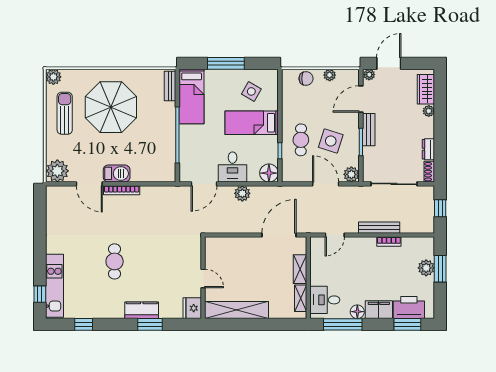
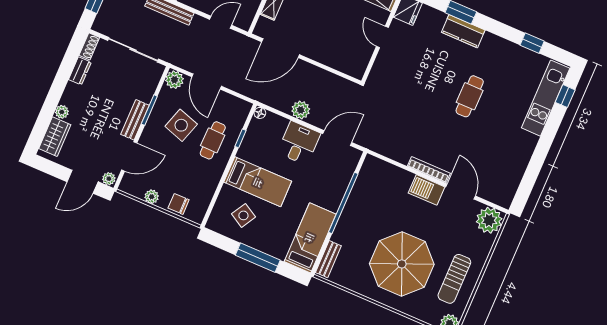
floor lamp: (269, 173) -> (260, 113), width x0.53, depth x0.53

